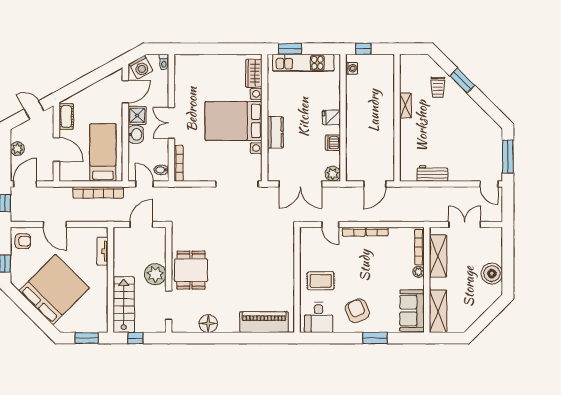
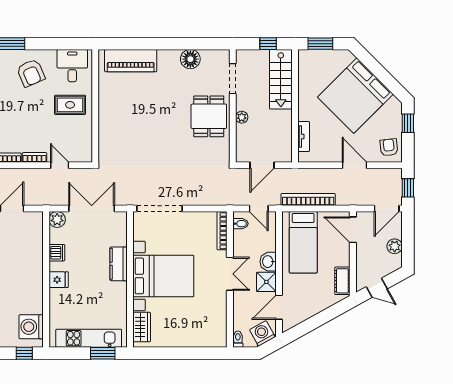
washing machine: (352, 68) -> (31, 327), width x1.89, depth x1.89
door: (56, 150) -> (353, 230), moved
armchair: (23, 241) -> (389, 147), turned 83
plant: (155, 274) -> (242, 117), width x0.53, depth x0.53

